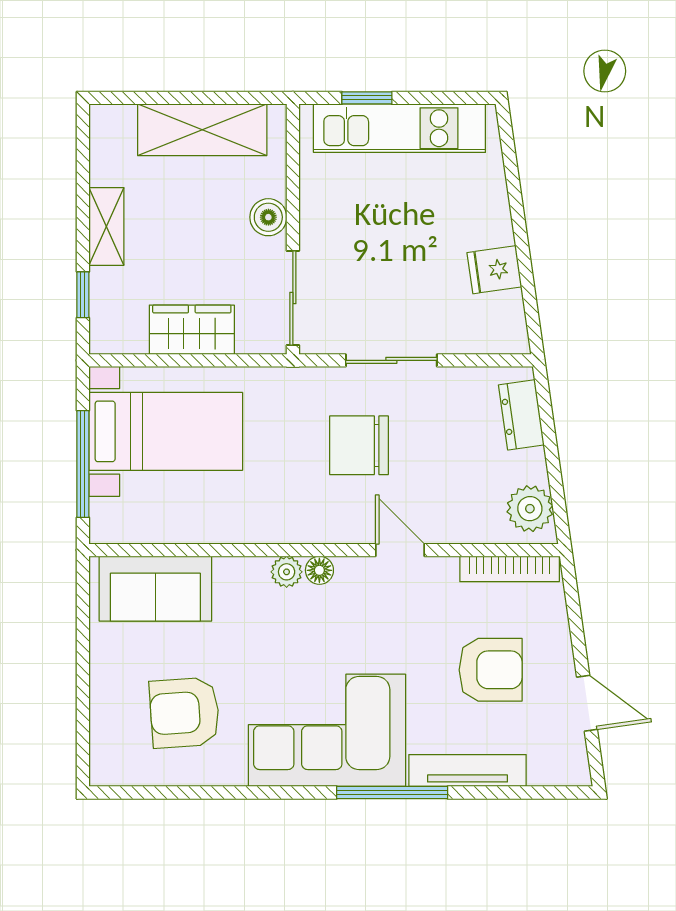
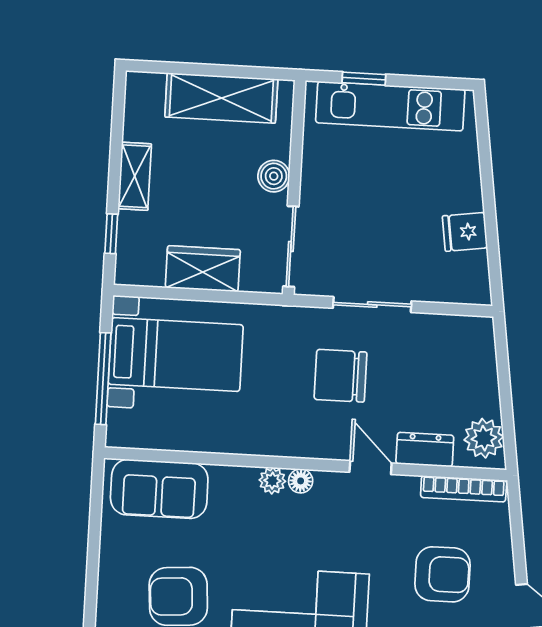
dresser: (521, 415) -> (425, 449), moved, turned 98

